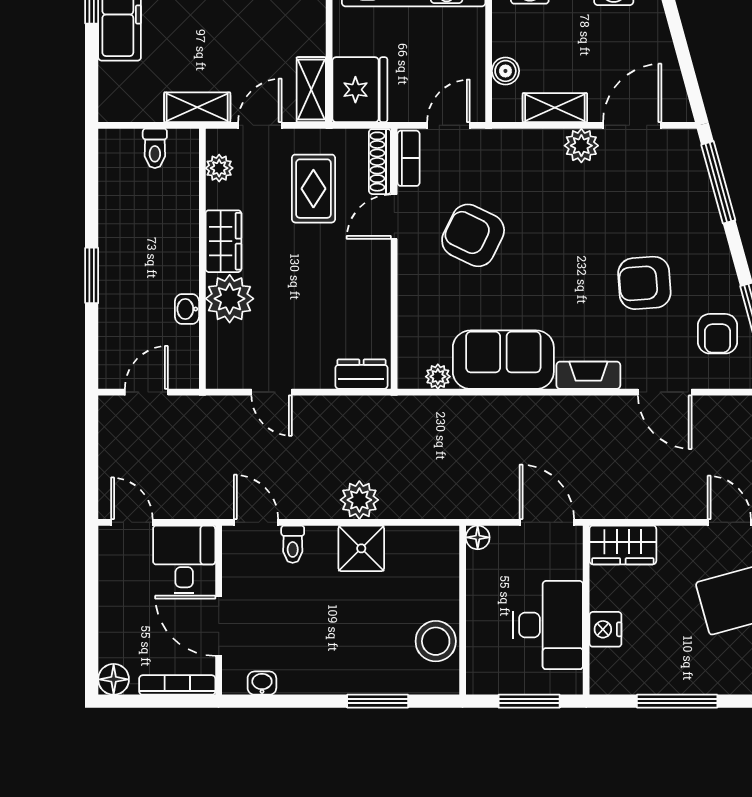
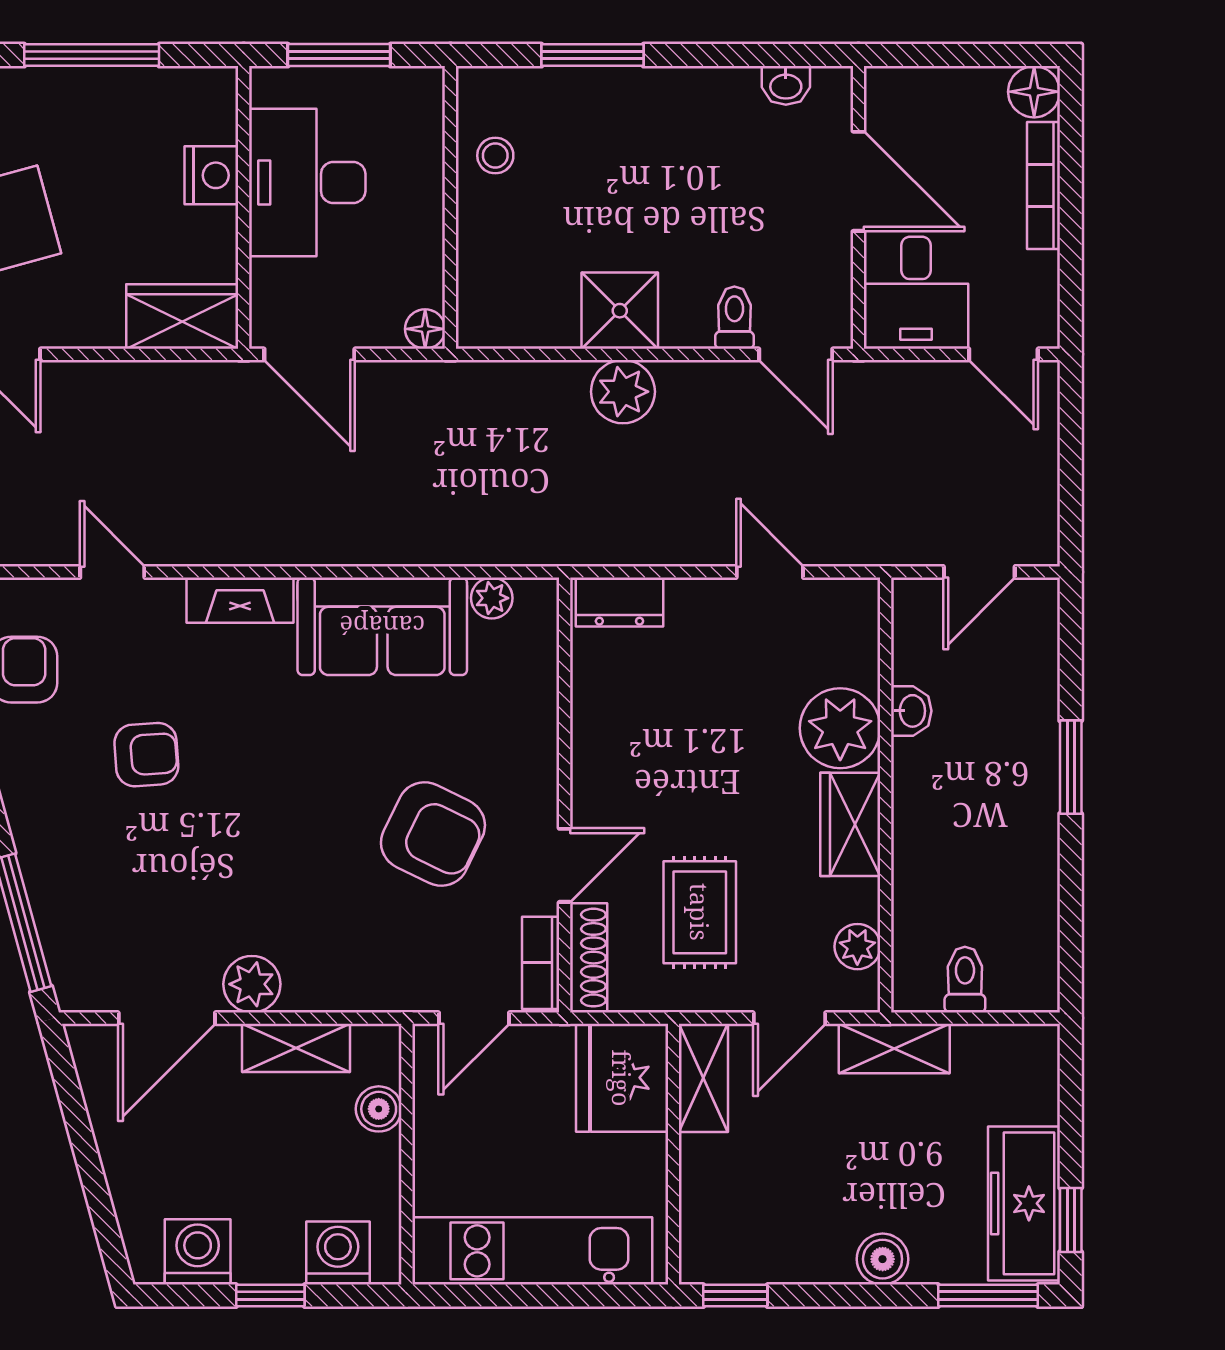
armchair: (644, 283) -> (146, 755), width x0.72, depth x0.72
door: (665, 392) -> (112, 572), width x0.73
stool: (436, 641) -> (495, 156), width x0.53, depth x0.53
bookcase: (177, 685) -> (1043, 185), moved, turned 90

